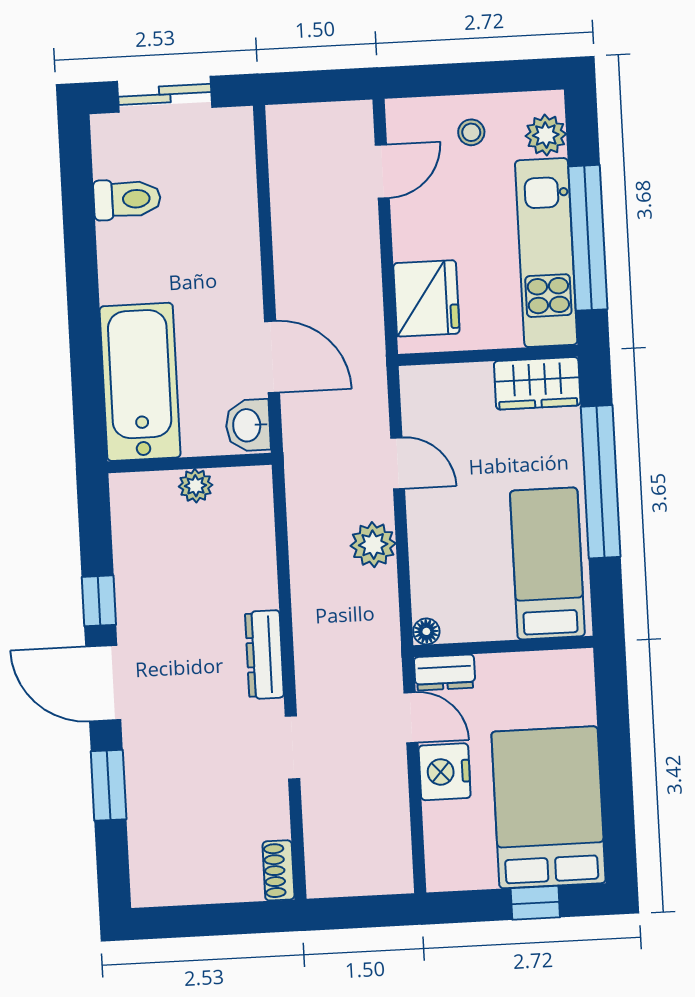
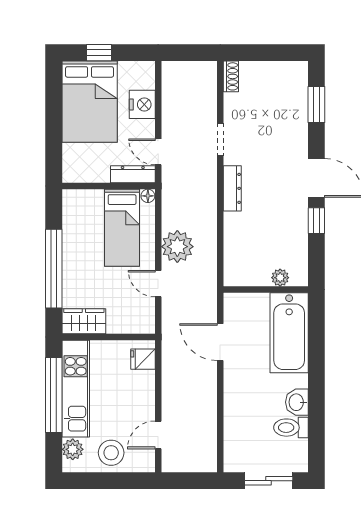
stool: (471, 132) -> (111, 453), width x1.89, depth x1.89
fridge: (426, 298) -> (143, 359), width x0.53, depth x0.75
washbasin: (248, 425) -> (297, 402), moved, turned 180
plant: (196, 486) -> (280, 278), moved
plant: (373, 545) -> (177, 247), width x1.36, depth x1.36
bed: (547, 563) -> (122, 228), moved
dresser: (445, 672) -> (133, 174), width x1.44
nightstand: (445, 772) -> (142, 104), moved
window: (109, 785) -> (316, 105), moved

